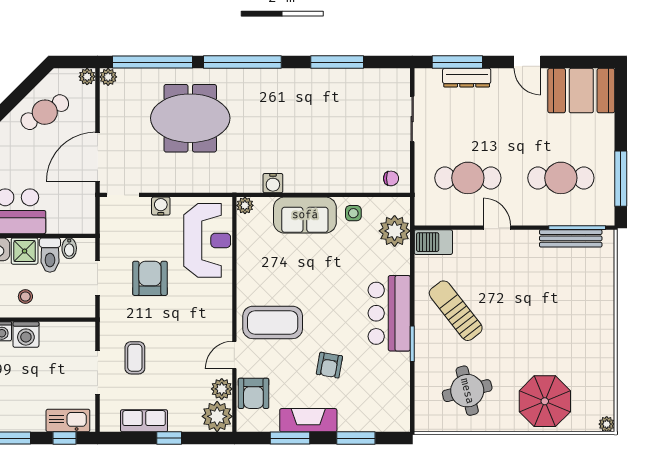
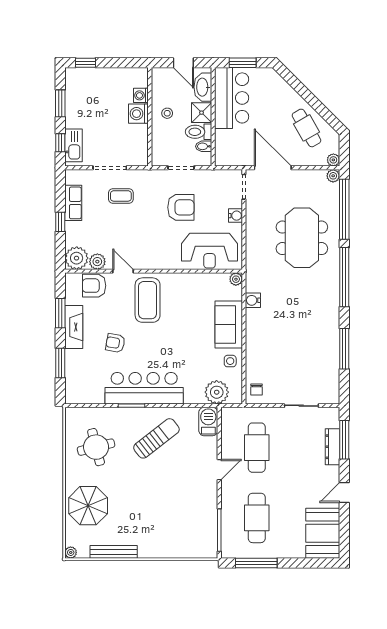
bench: (571, 238) -> (114, 552), moved, turned 90
bar counter: (389, 313) -> (144, 388), width x1.36

